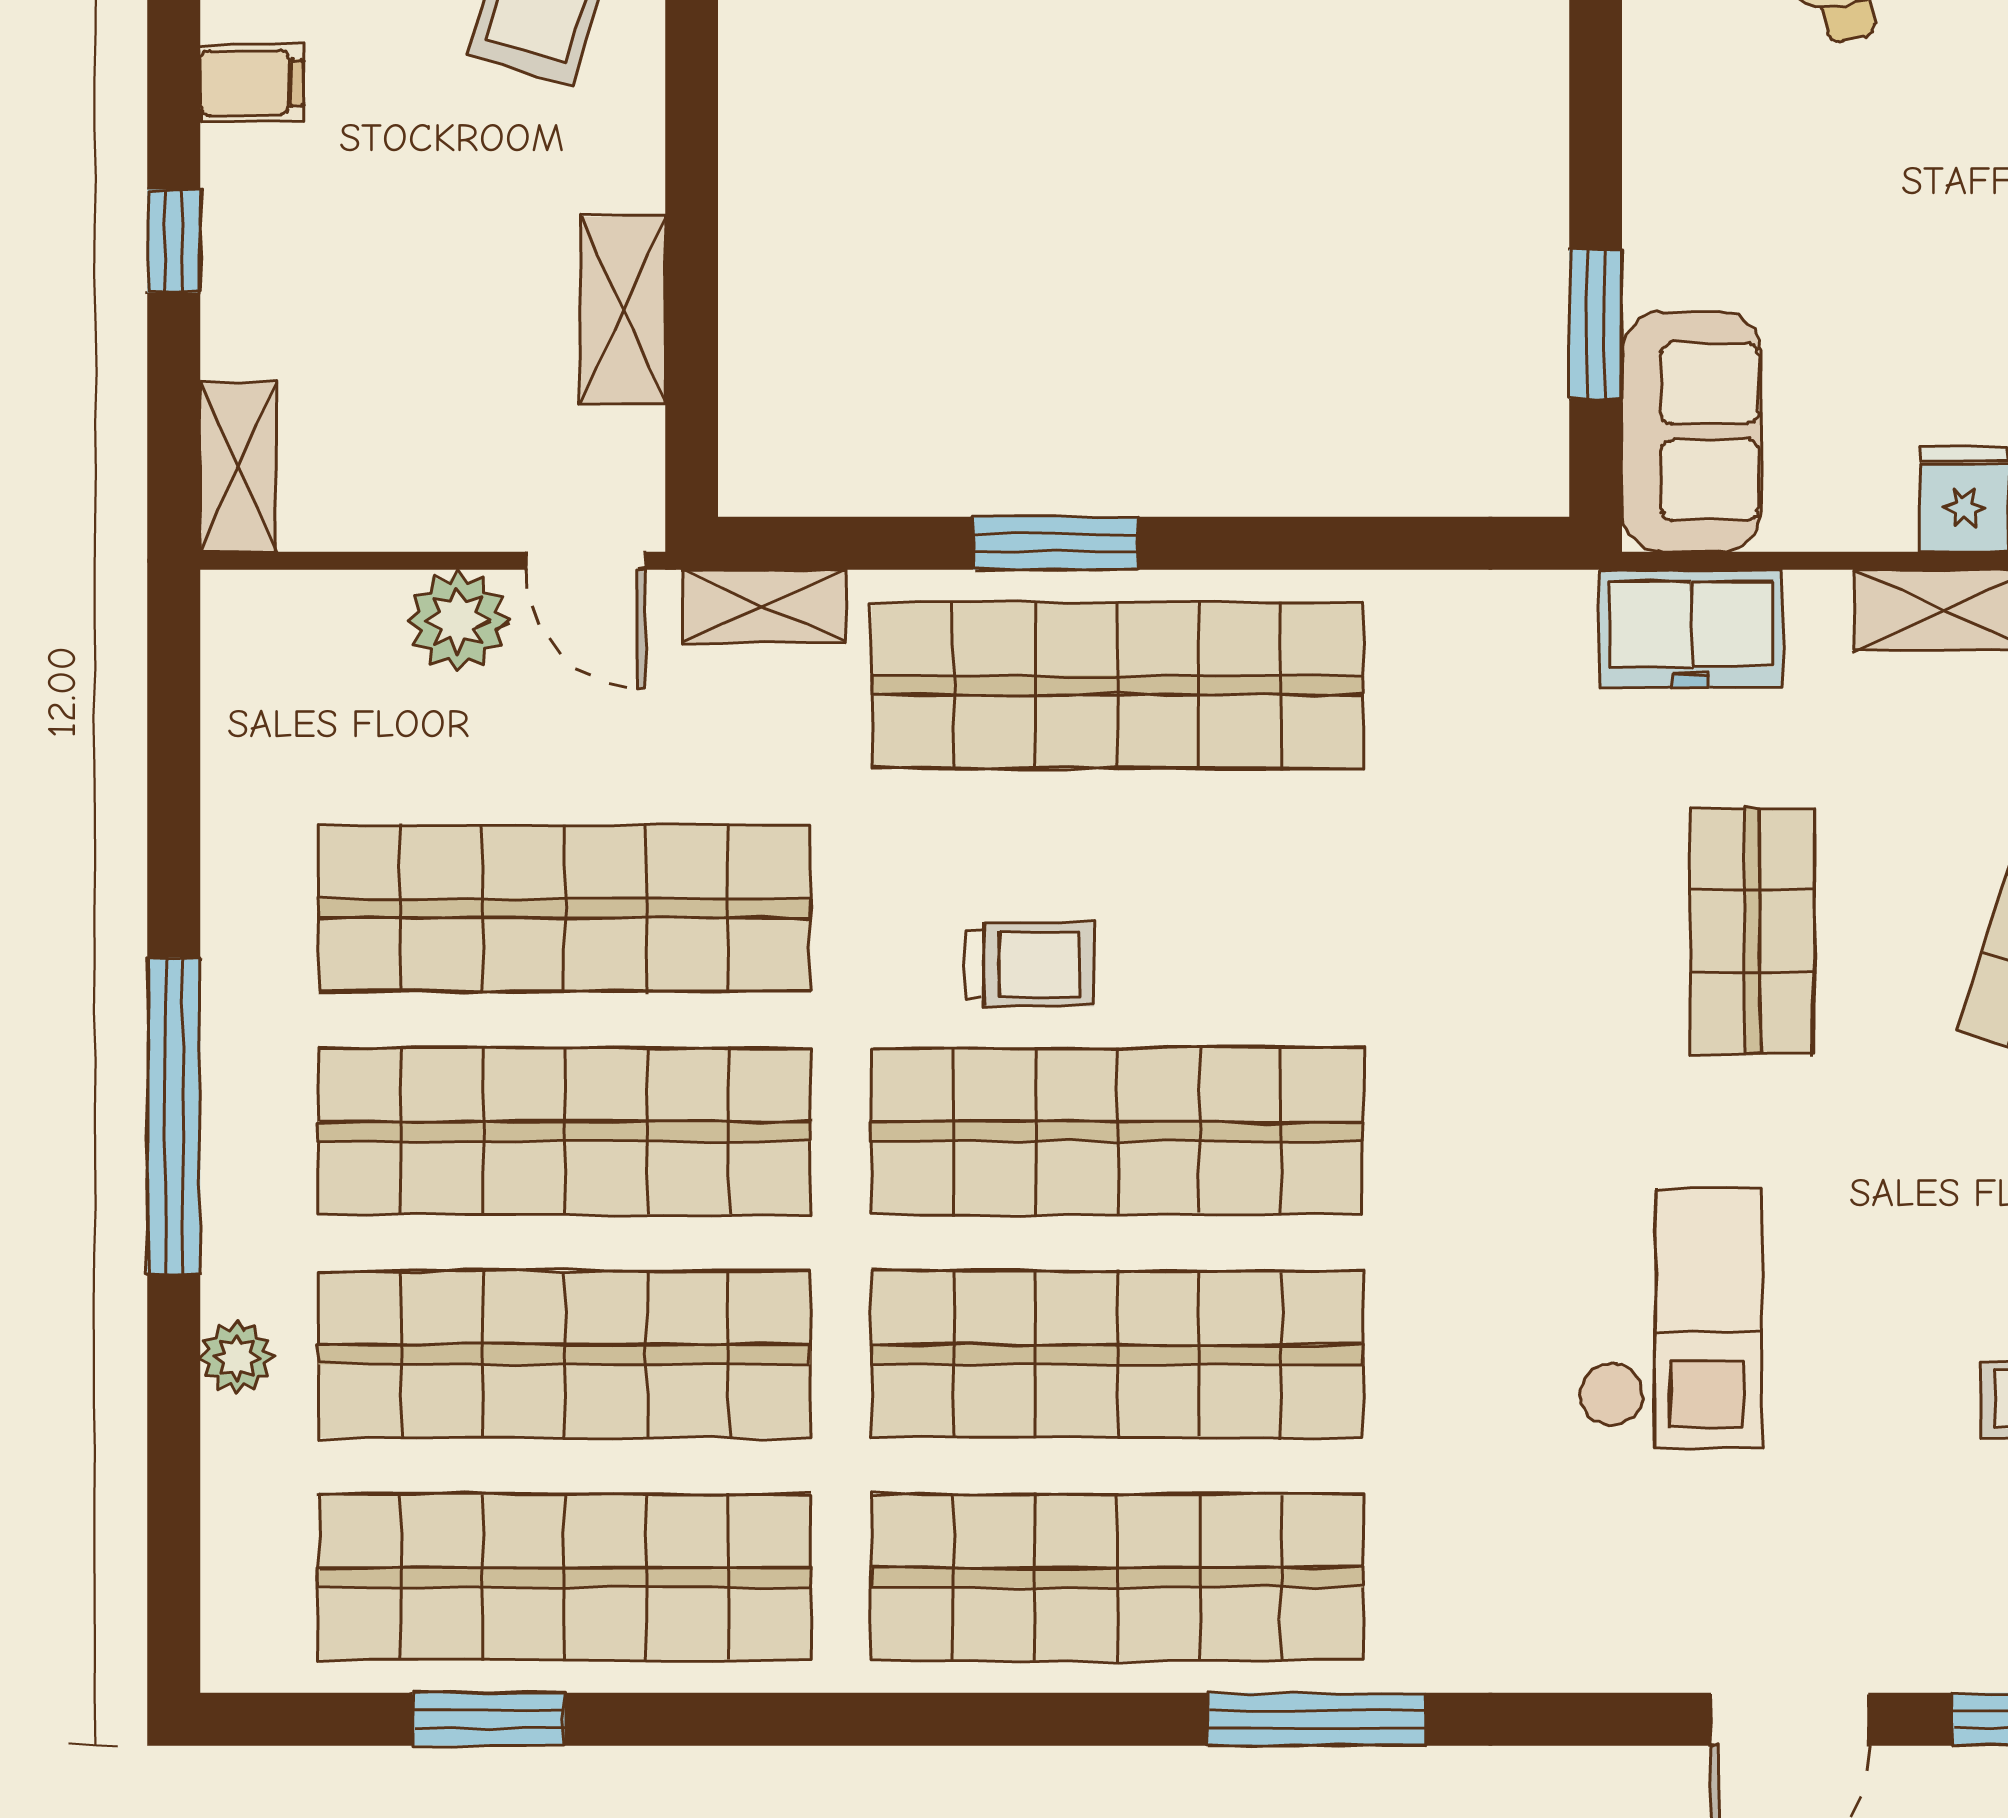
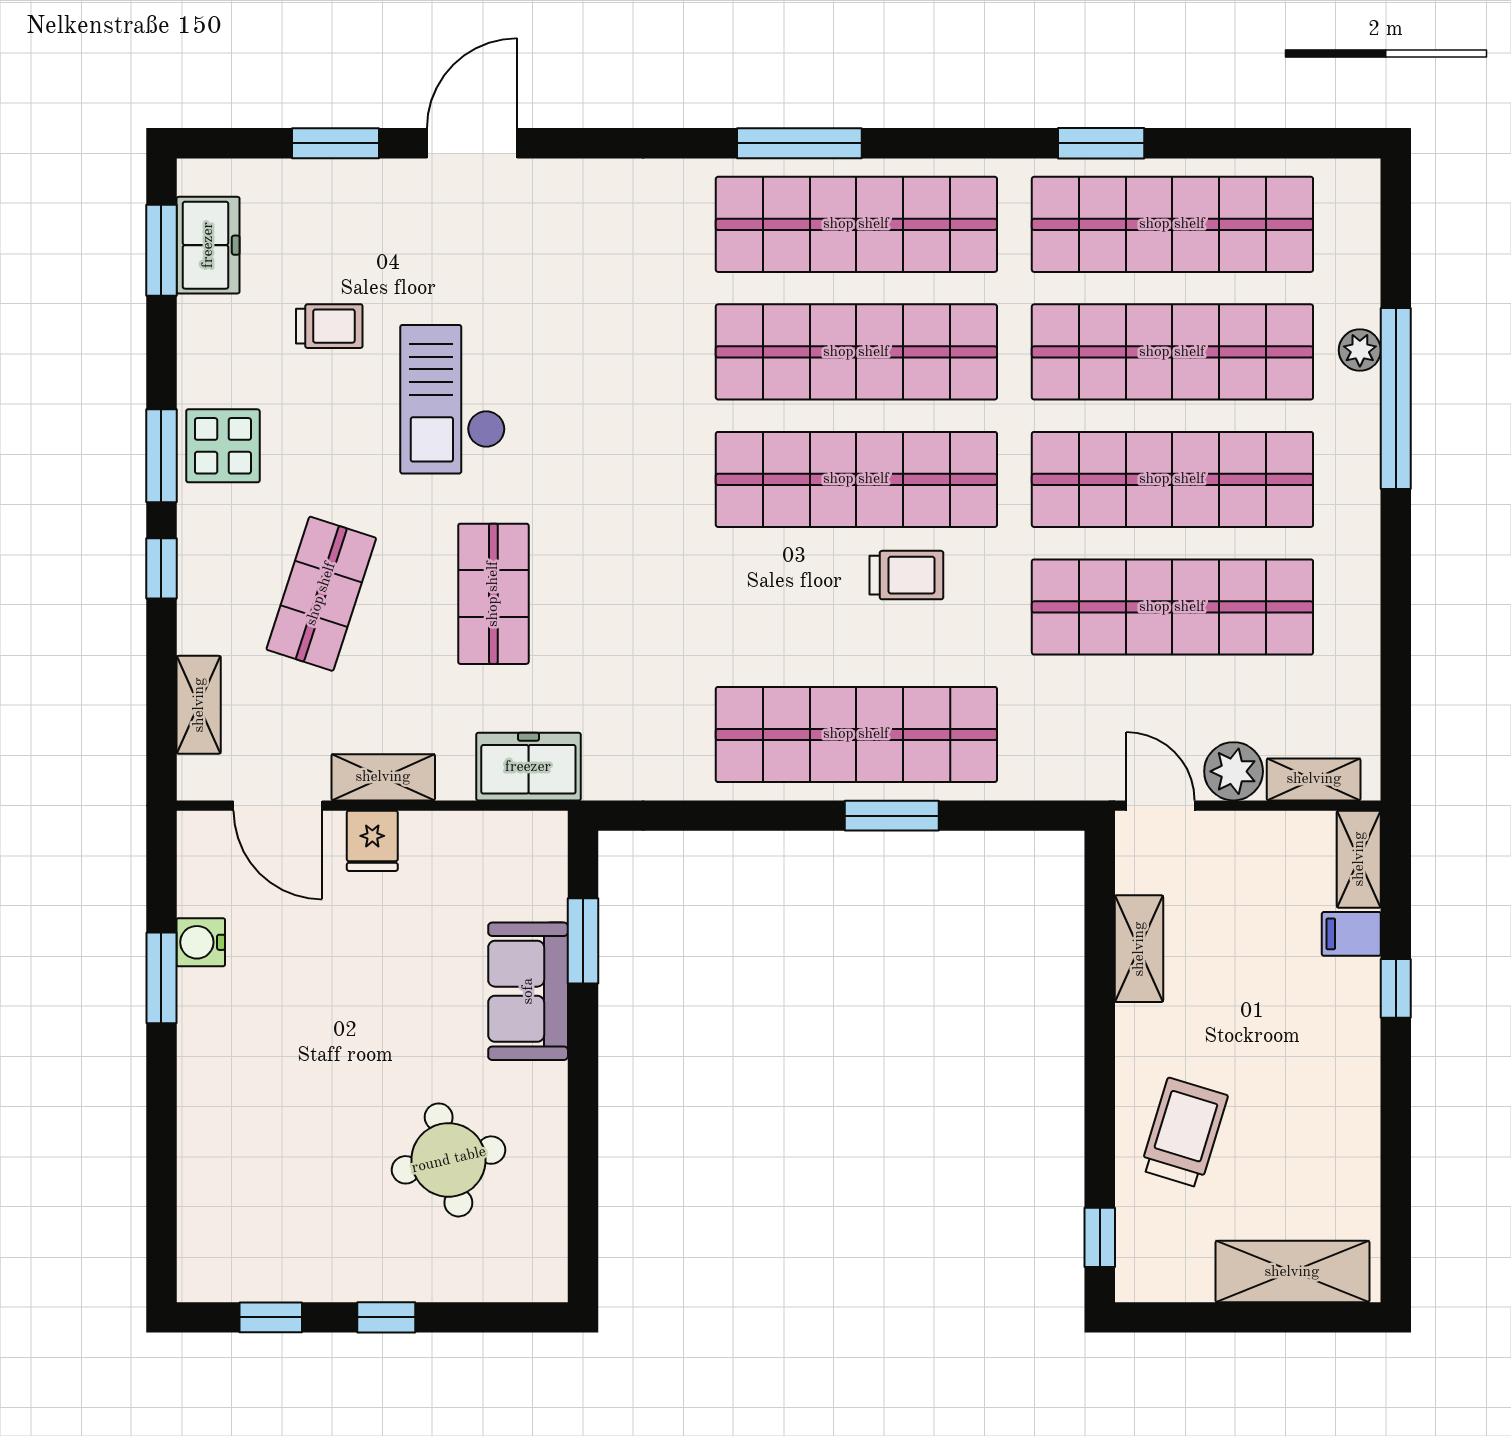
filing cabinet: (252, 83) -> (1351, 934), moved
sofa: (1692, 432) -> (528, 991), moved
shelving: (764, 606) -> (1314, 779), moved
trolley: (1030, 964) -> (906, 575), turned 180
window: (174, 1116) -> (1396, 399), moved
checkout: (1670, 1318) -> (453, 399), moved
window: (489, 1719) -> (1101, 143), moved
window: (1316, 1719) -> (799, 143), moved

